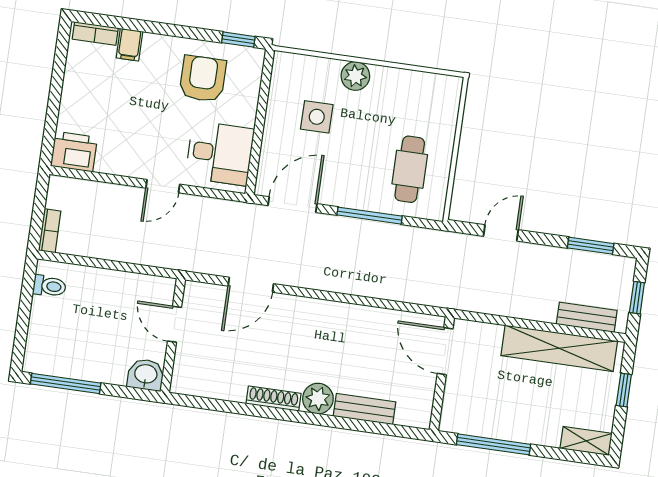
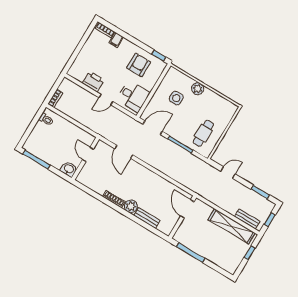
printer: (74, 152) -> (93, 82), moved
door: (251, 285) -> (124, 152), hinge flipped
shelving: (586, 441) -> (227, 266), removed

